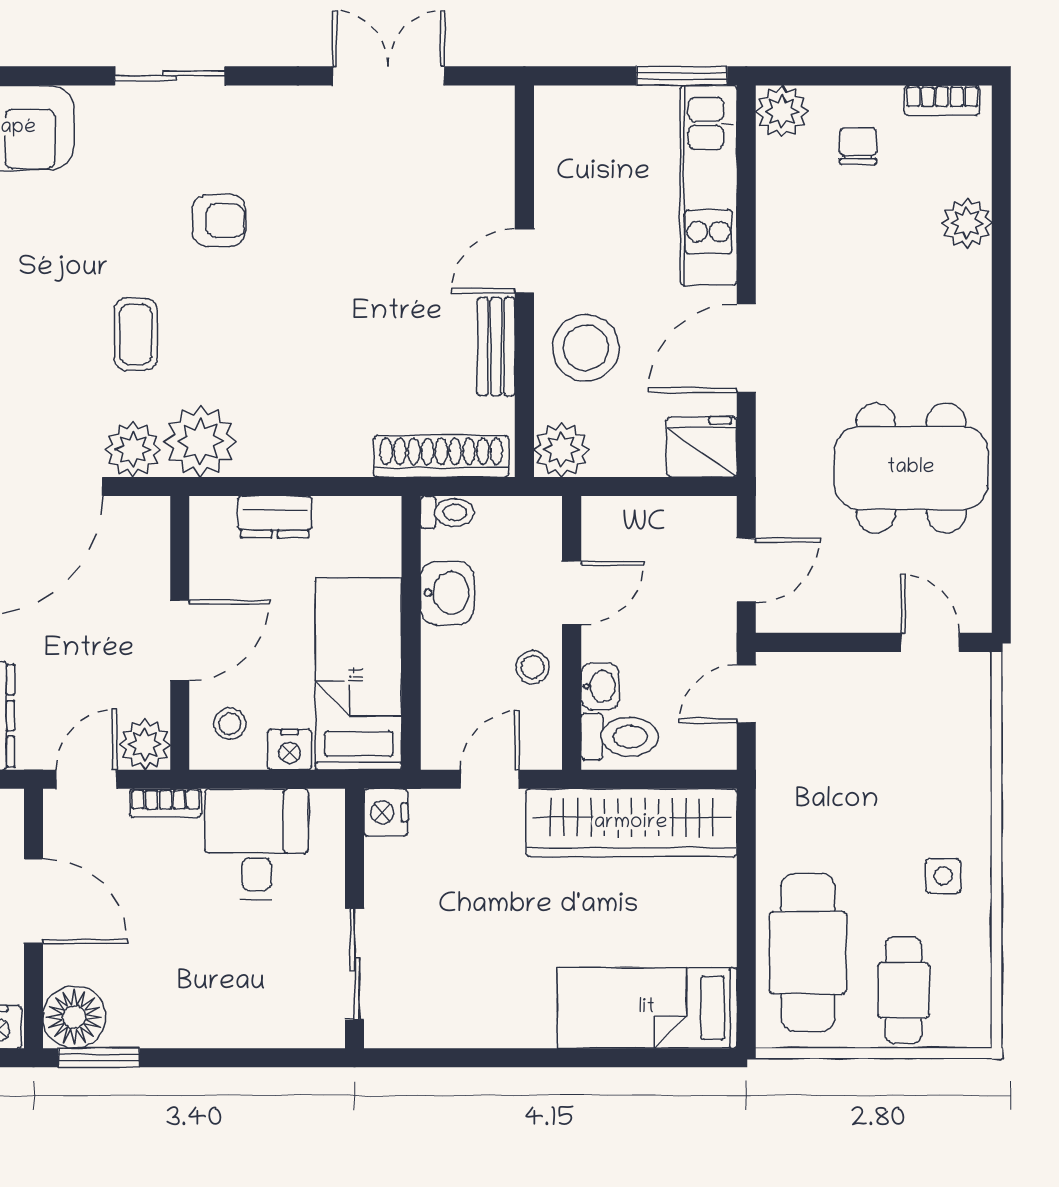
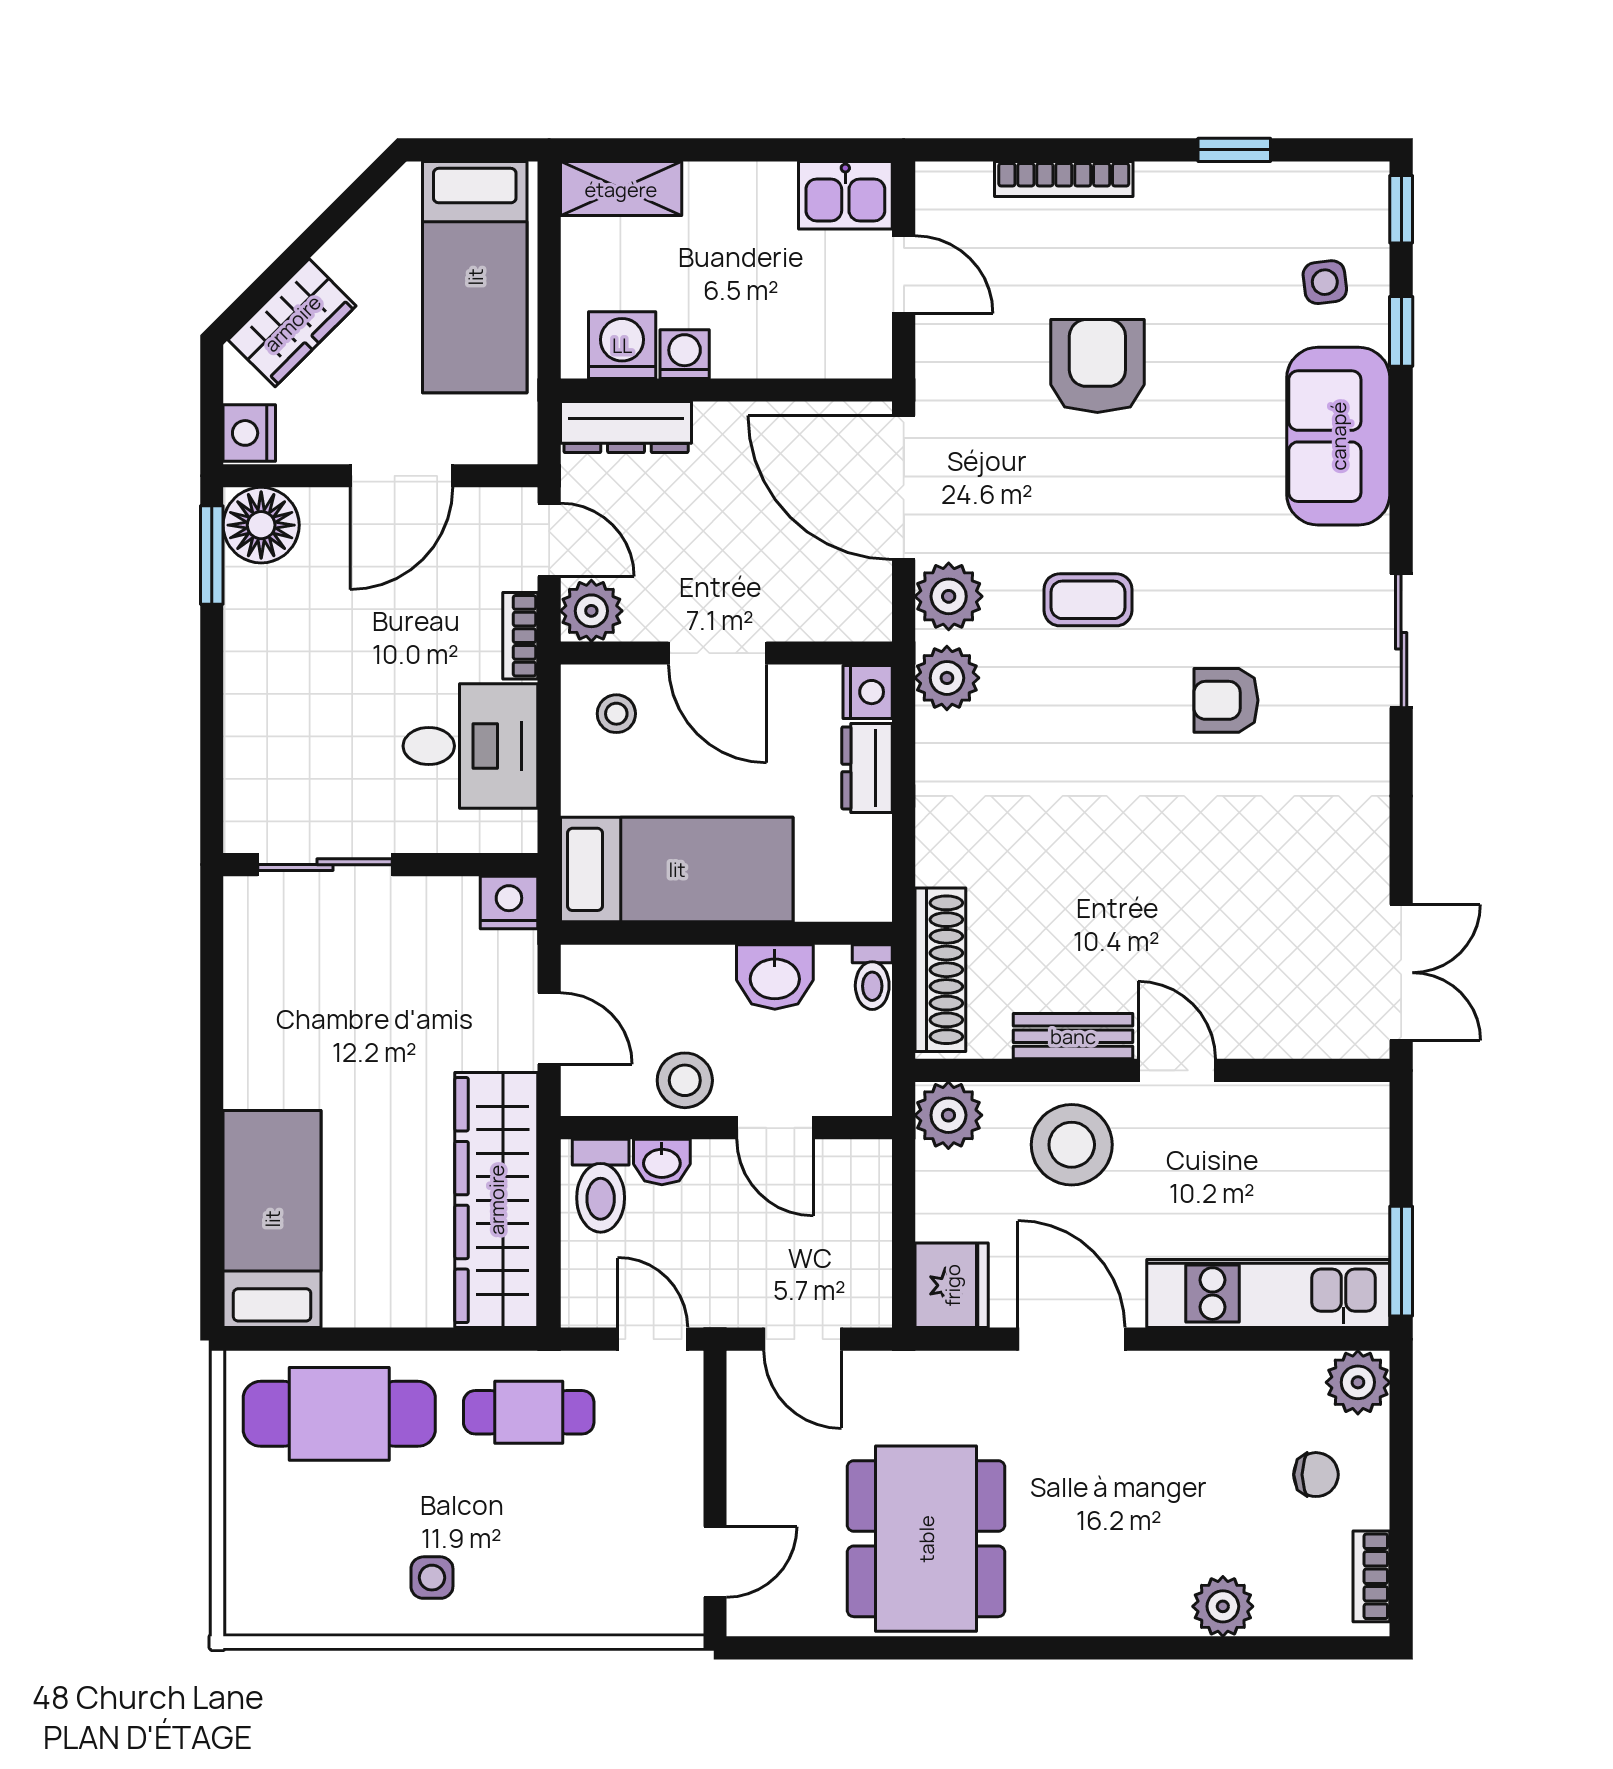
double door: (388, 76) -> (1401, 973), moved
armchair: (219, 220) -> (1226, 700), turned 90
plant: (200, 441) -> (947, 678), width x0.73, depth x0.73
stool: (533, 667) -> (685, 1080), width x1.37, depth x1.37
nightstand: (290, 750) -> (868, 692), moved, turned 180
cafe table: (903, 990) -> (529, 1412), moved

